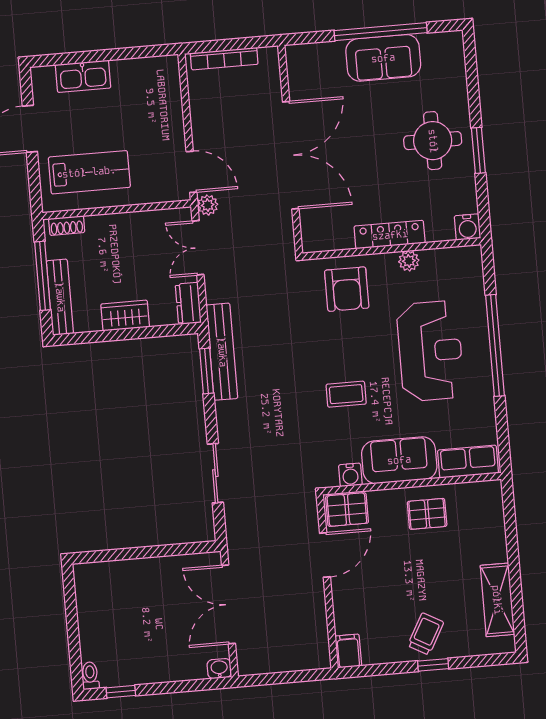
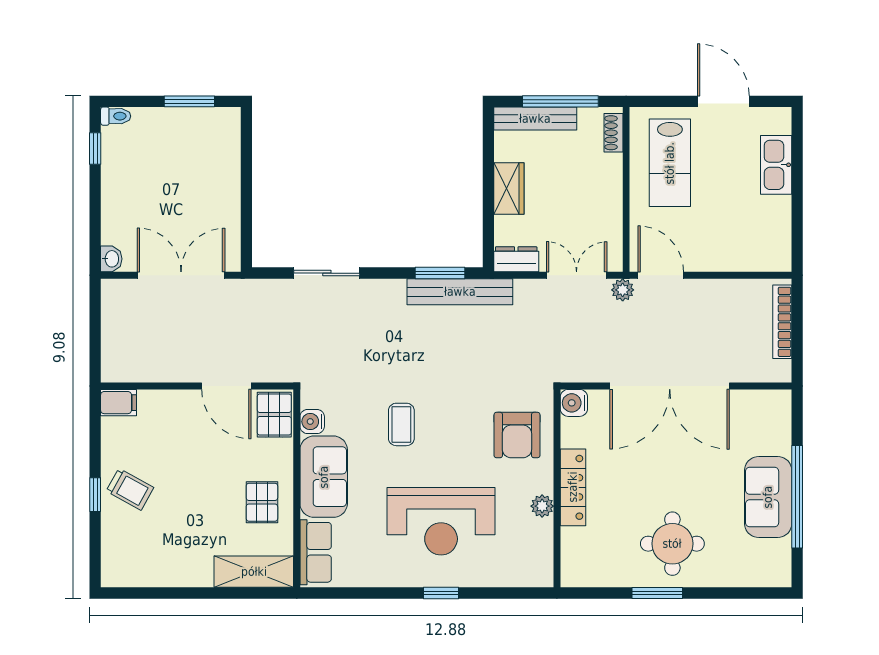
door: (192, 172) -> (661, 275), swing flipped
water cooler: (468, 227) -> (574, 403), moved
armchair: (347, 289) -> (517, 435), turned -90
window: (495, 345) -> (441, 593), width x0.32
shelving: (497, 600) -> (254, 572), moved
window: (71, 610) -> (189, 101), added

